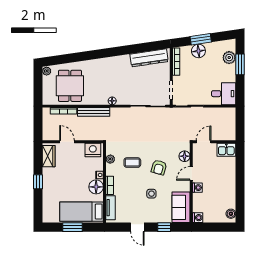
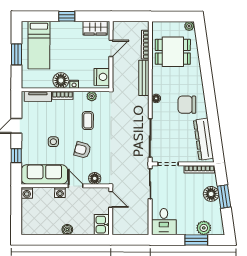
chair: (118, 73) -> (187, 105), added
sofa: (181, 207) -> (44, 174), width x1.36
bed: (82, 212) -> (39, 45), moved, turned 180
boiler: (231, 214) -> (67, 230), moved

